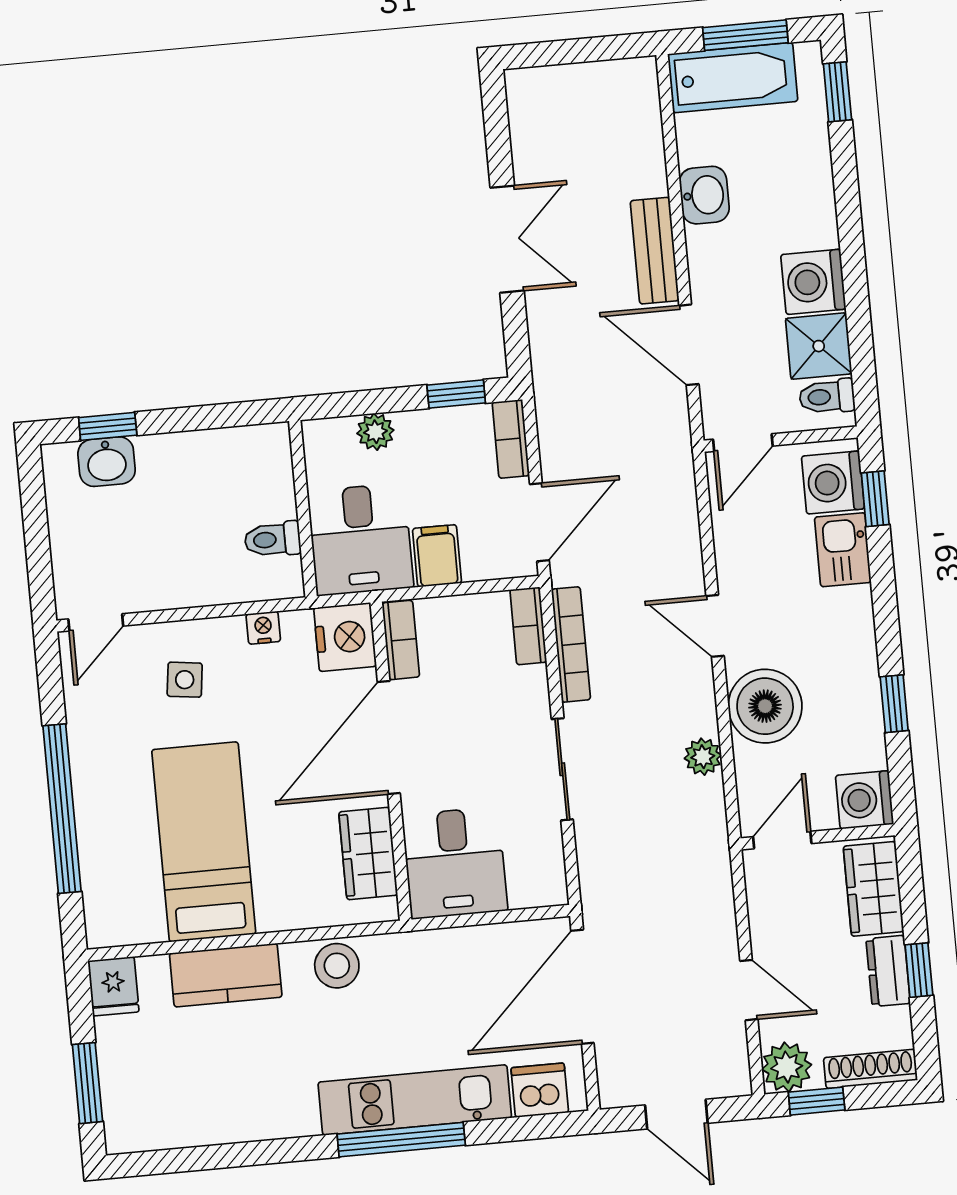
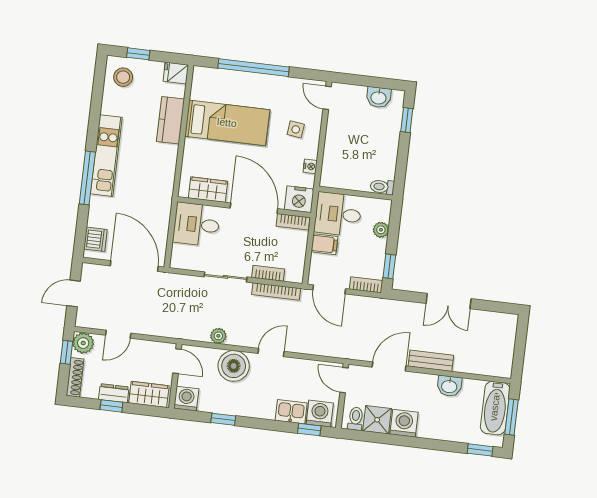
washbasin: (107, 462) -> (379, 97), moved, turned -90
toilet: (273, 539) -> (382, 187), moved, turned -90
bookcase: (528, 626) -> (268, 273), moved
stool: (337, 966) -> (123, 77), moved
window: (87, 1083) -> (138, 54), width x0.67
kitchen unit: (415, 1100) -> (106, 156), moved

